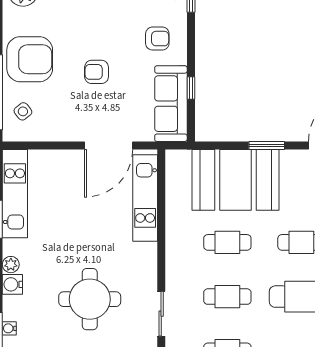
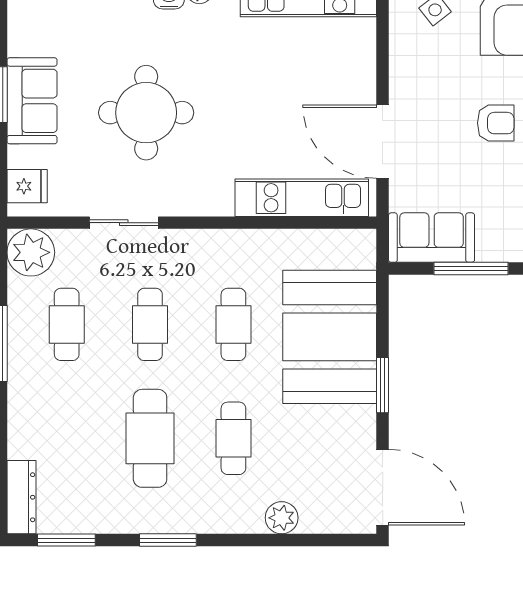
armchair: (97, 72) -> (496, 123), turned 90
window: (191, 88) -> (471, 268), width x2.17
sofa: (171, 104) -> (432, 238), width x0.73

